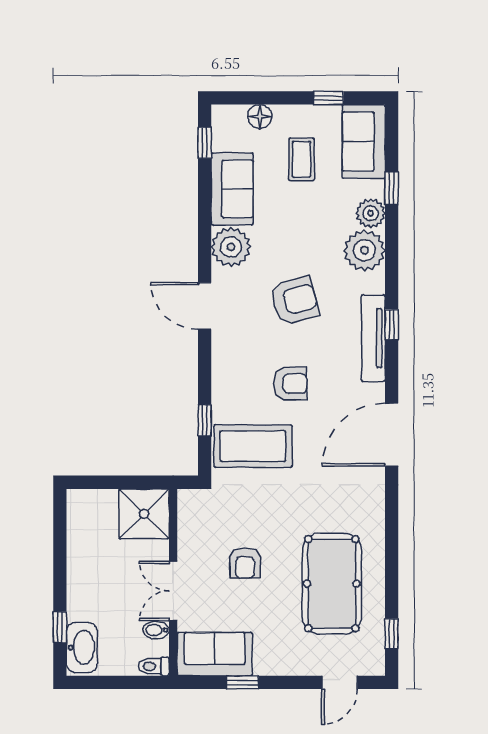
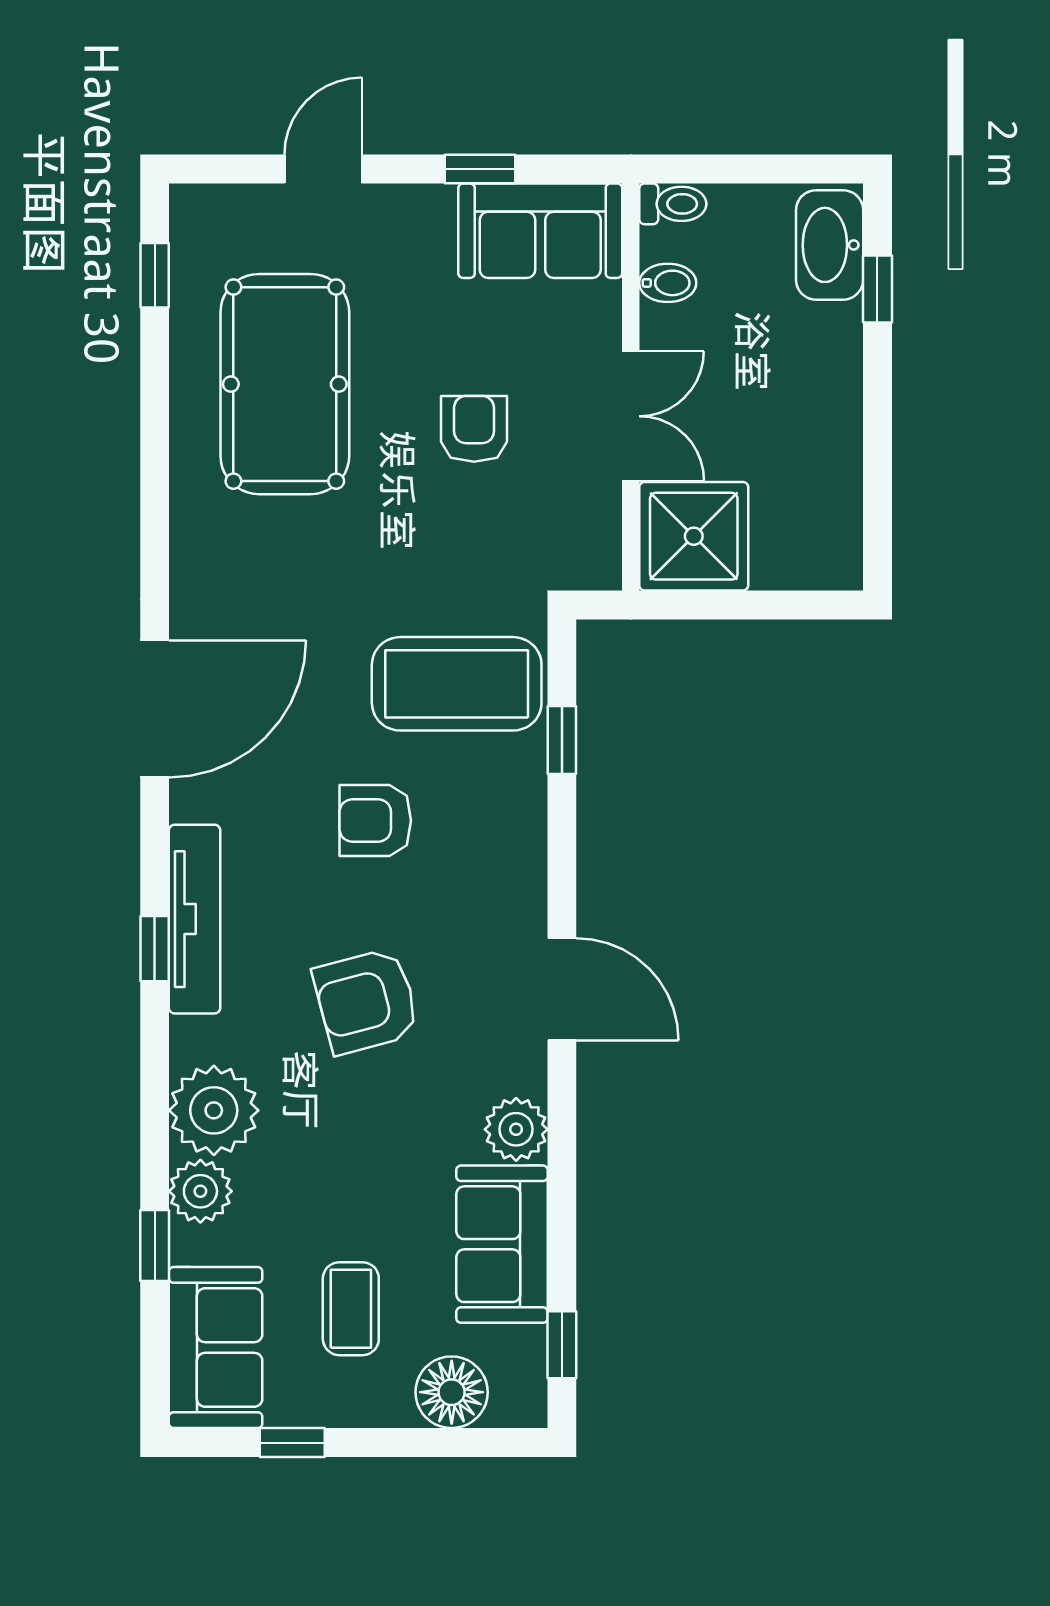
floor lamp: (260, 116) -> (452, 1392), width x1.38, depth x1.38
plant: (231, 247) -> (516, 1129), width x0.73, depth x0.73
double door: (173, 591) -> (631, 416), moved
door: (340, 682) -> (323, 169), moved

